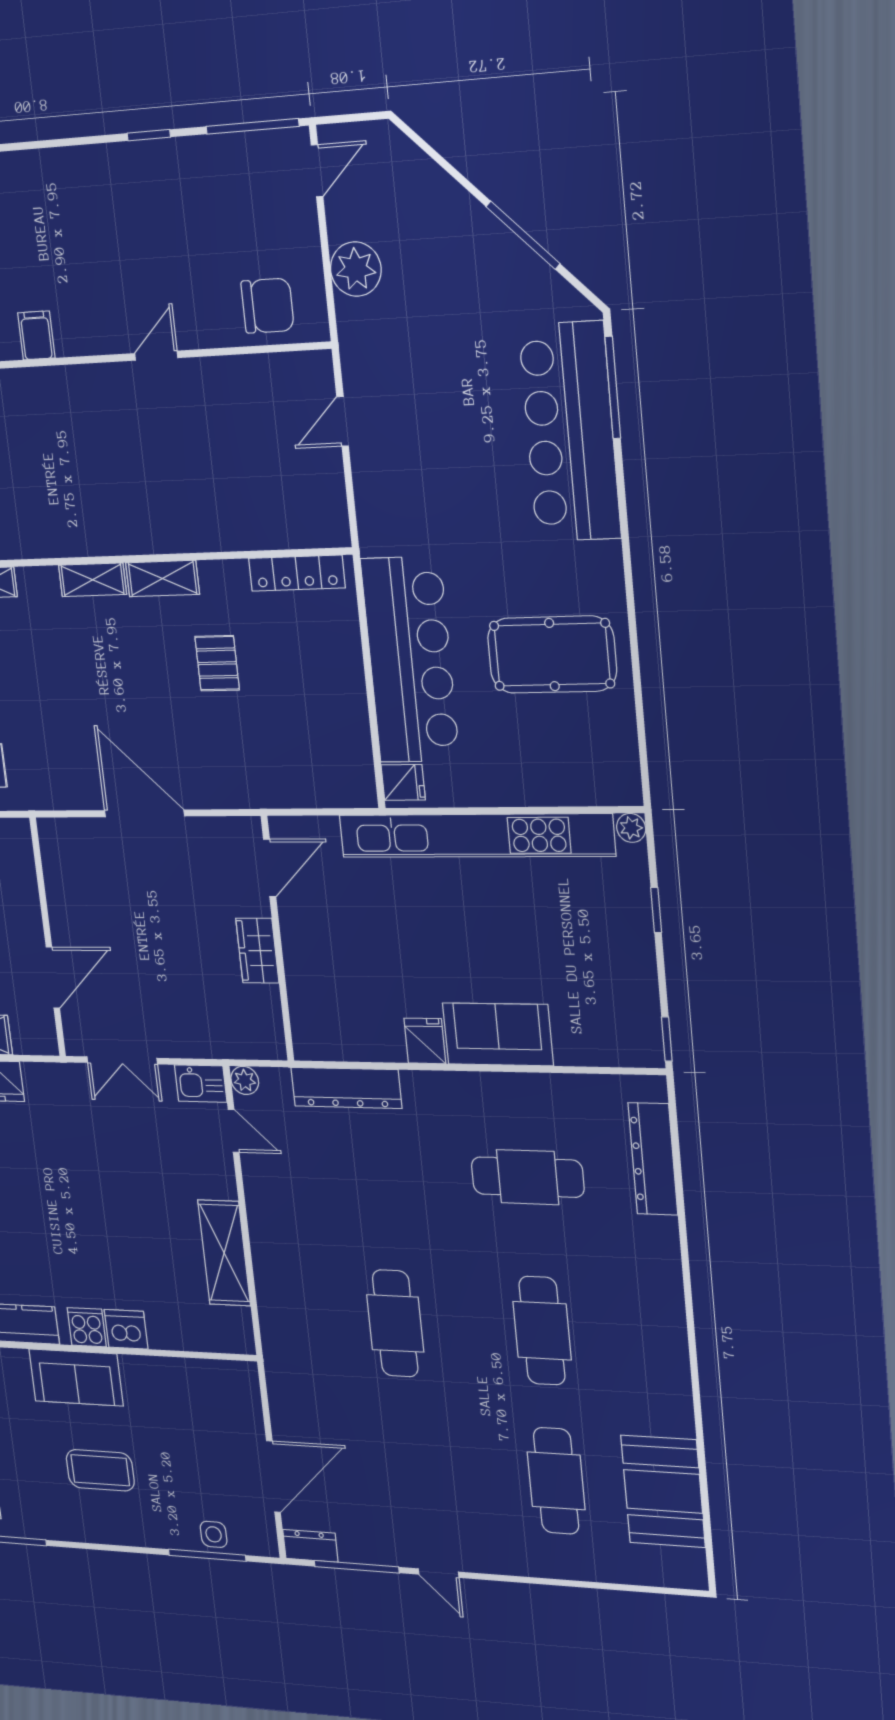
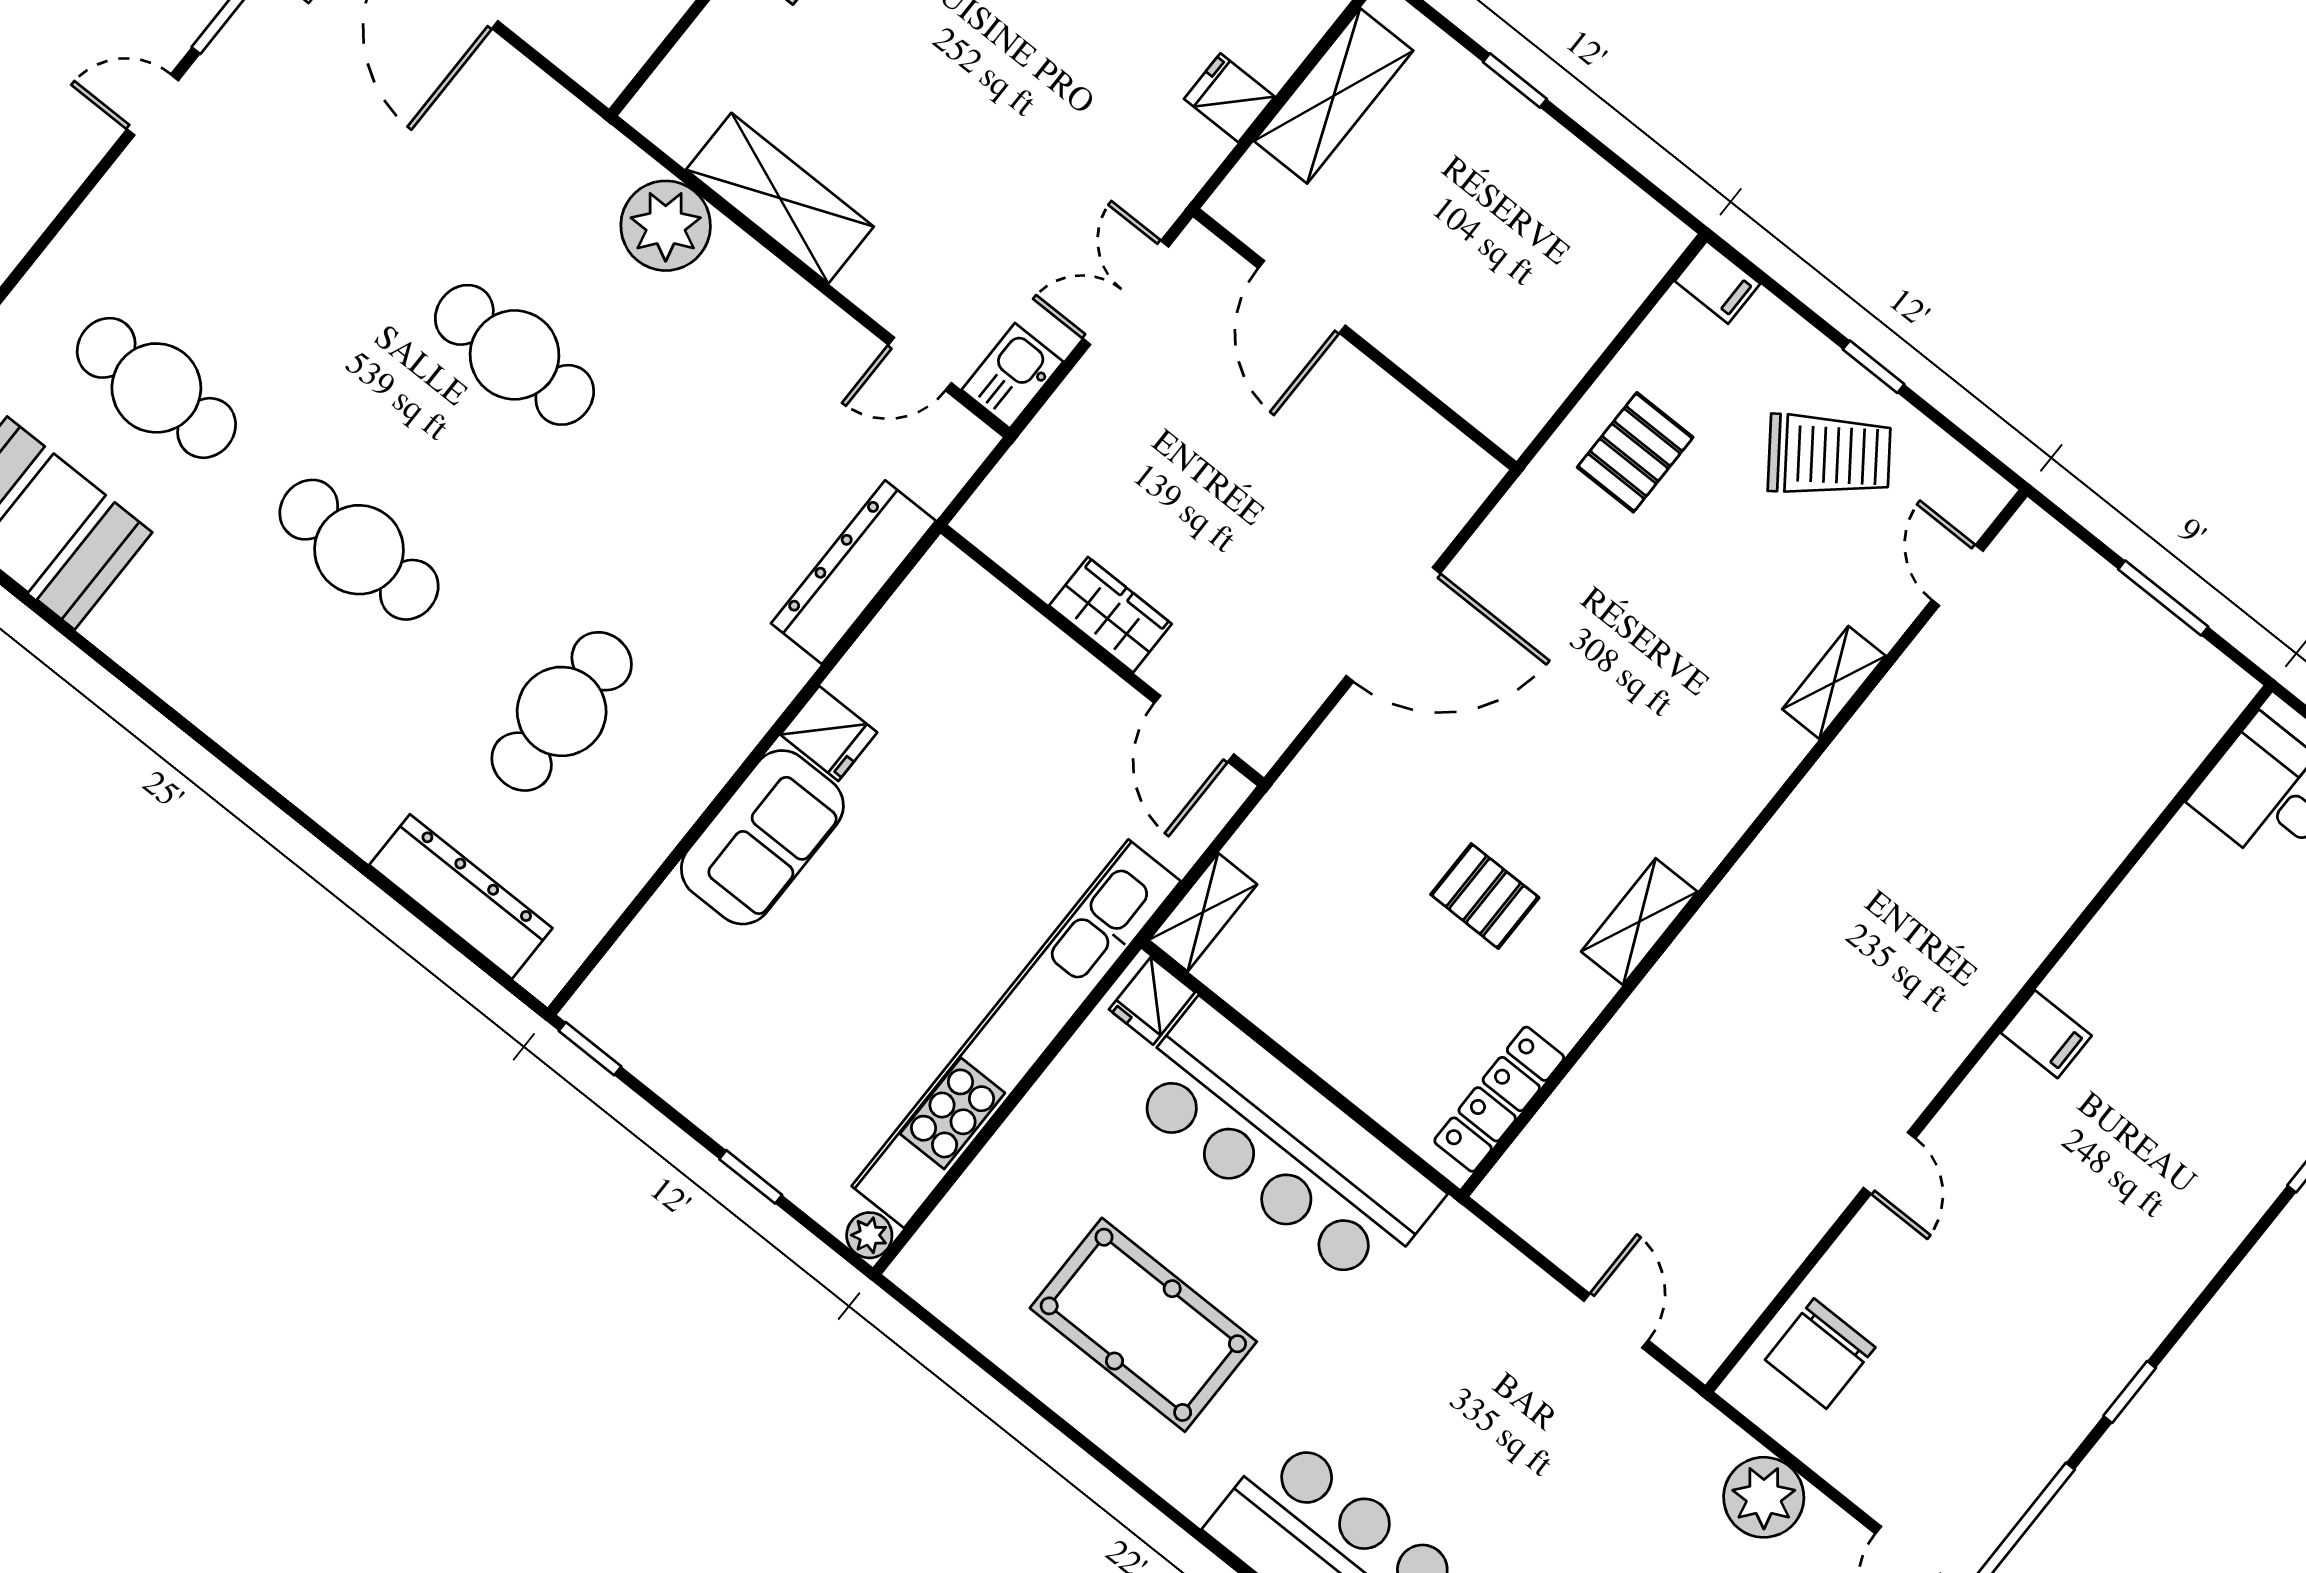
shelving: (93, 580) -> (1203, 912), moved
pool table: (552, 655) -> (1143, 1325), turned 90
plant: (245, 1080) -> (666, 226), moved, width x1.87, depth x1.87

